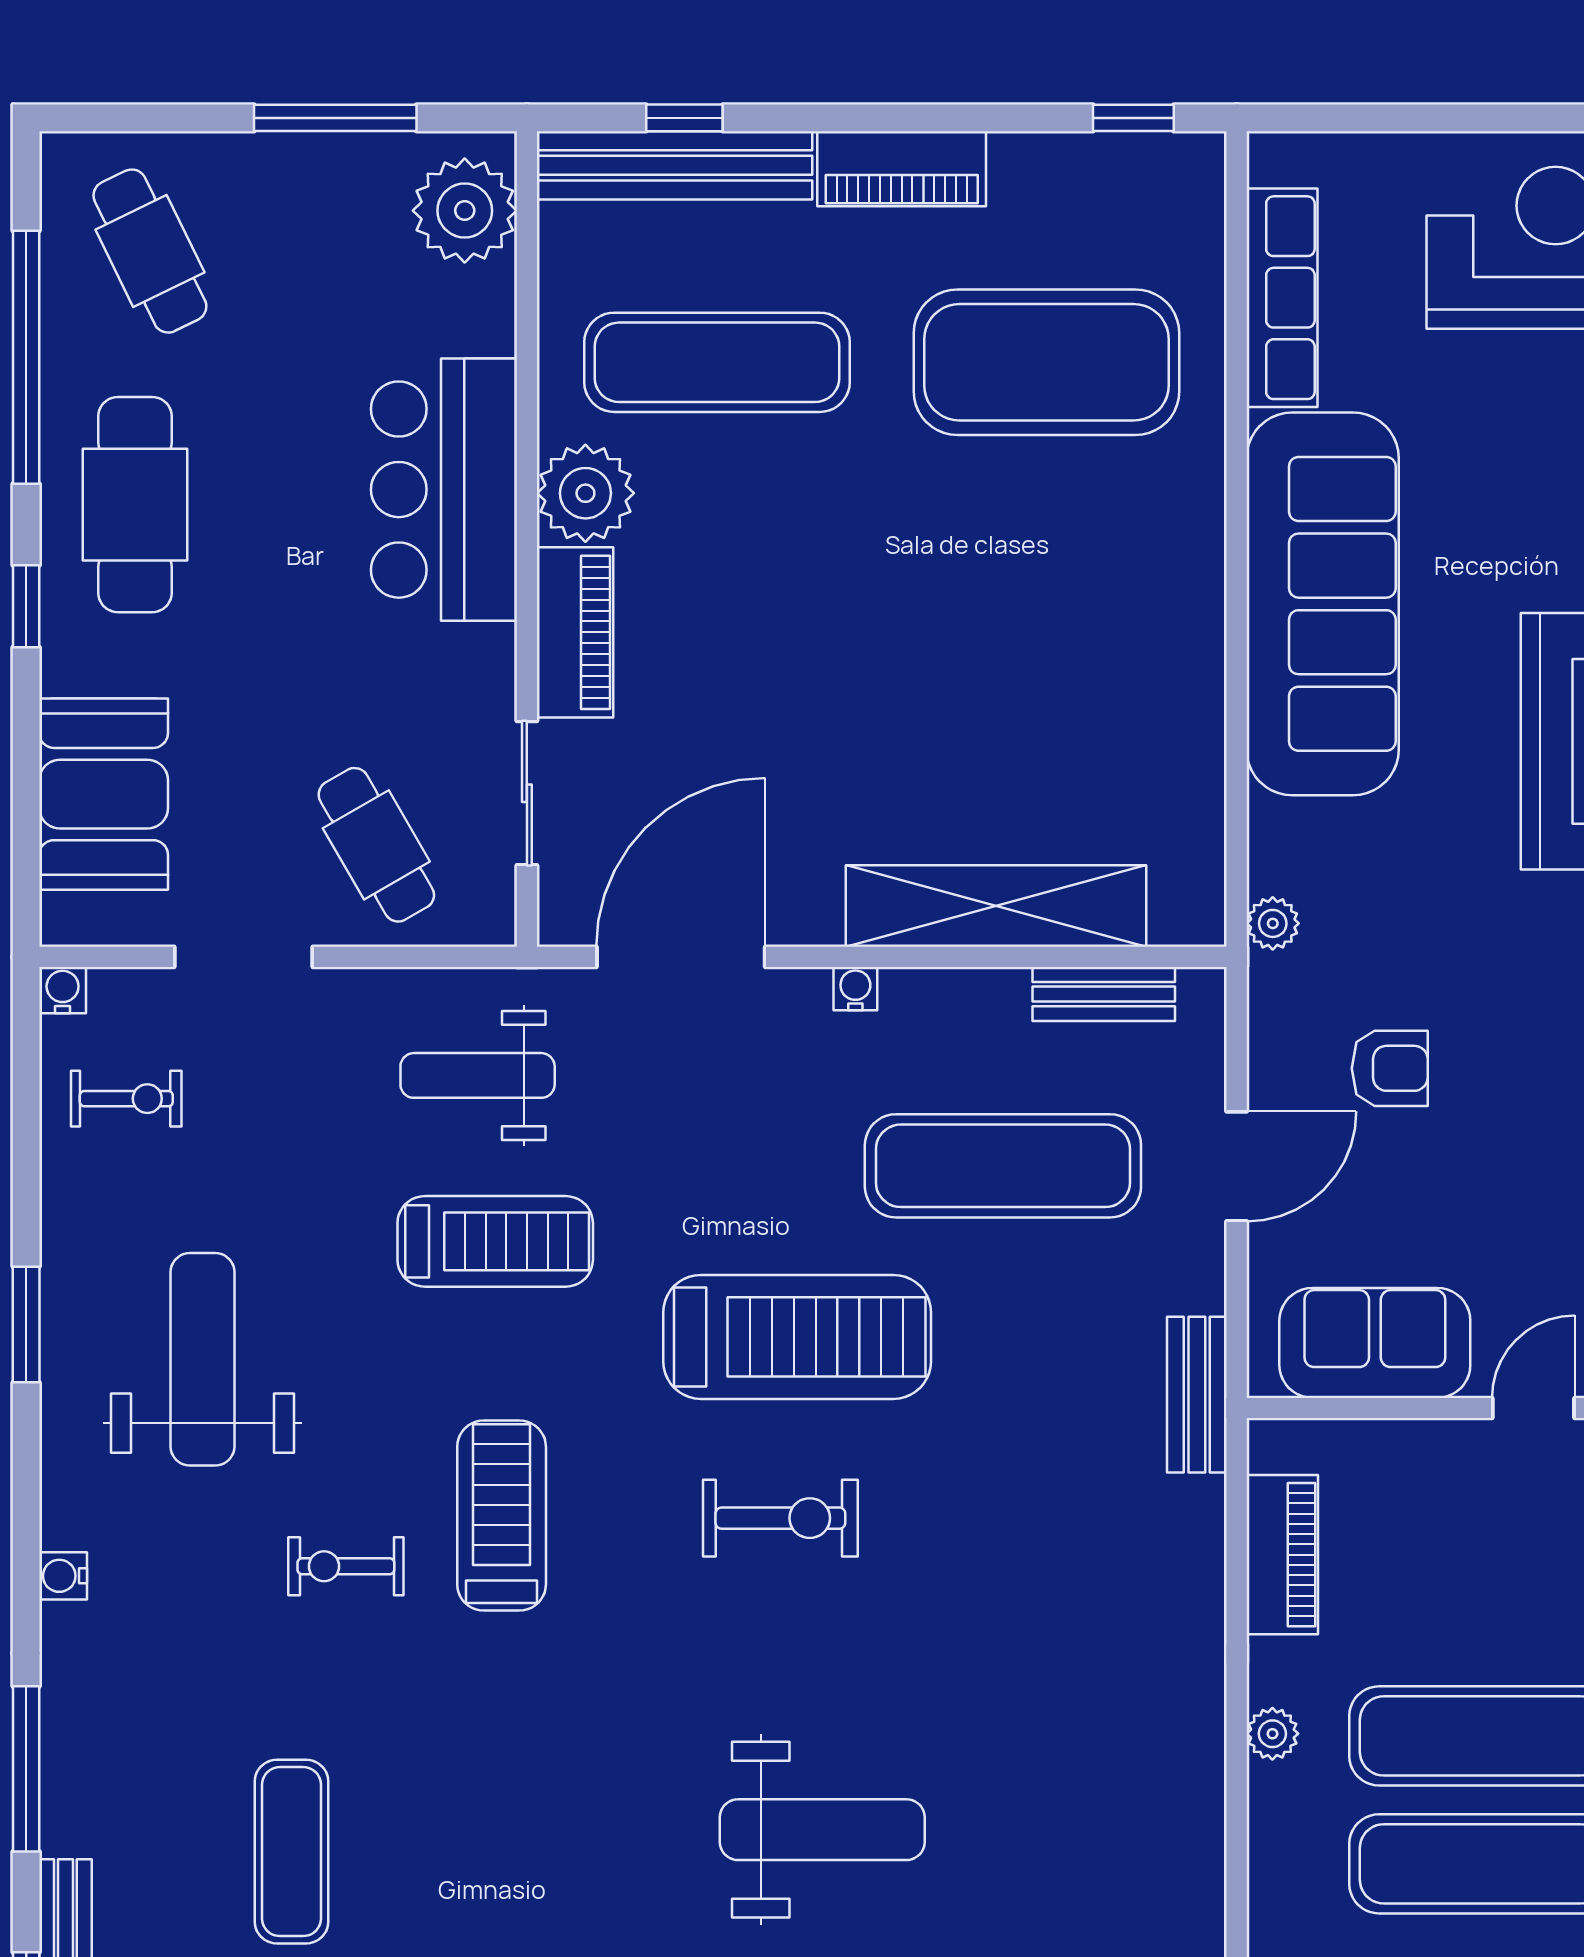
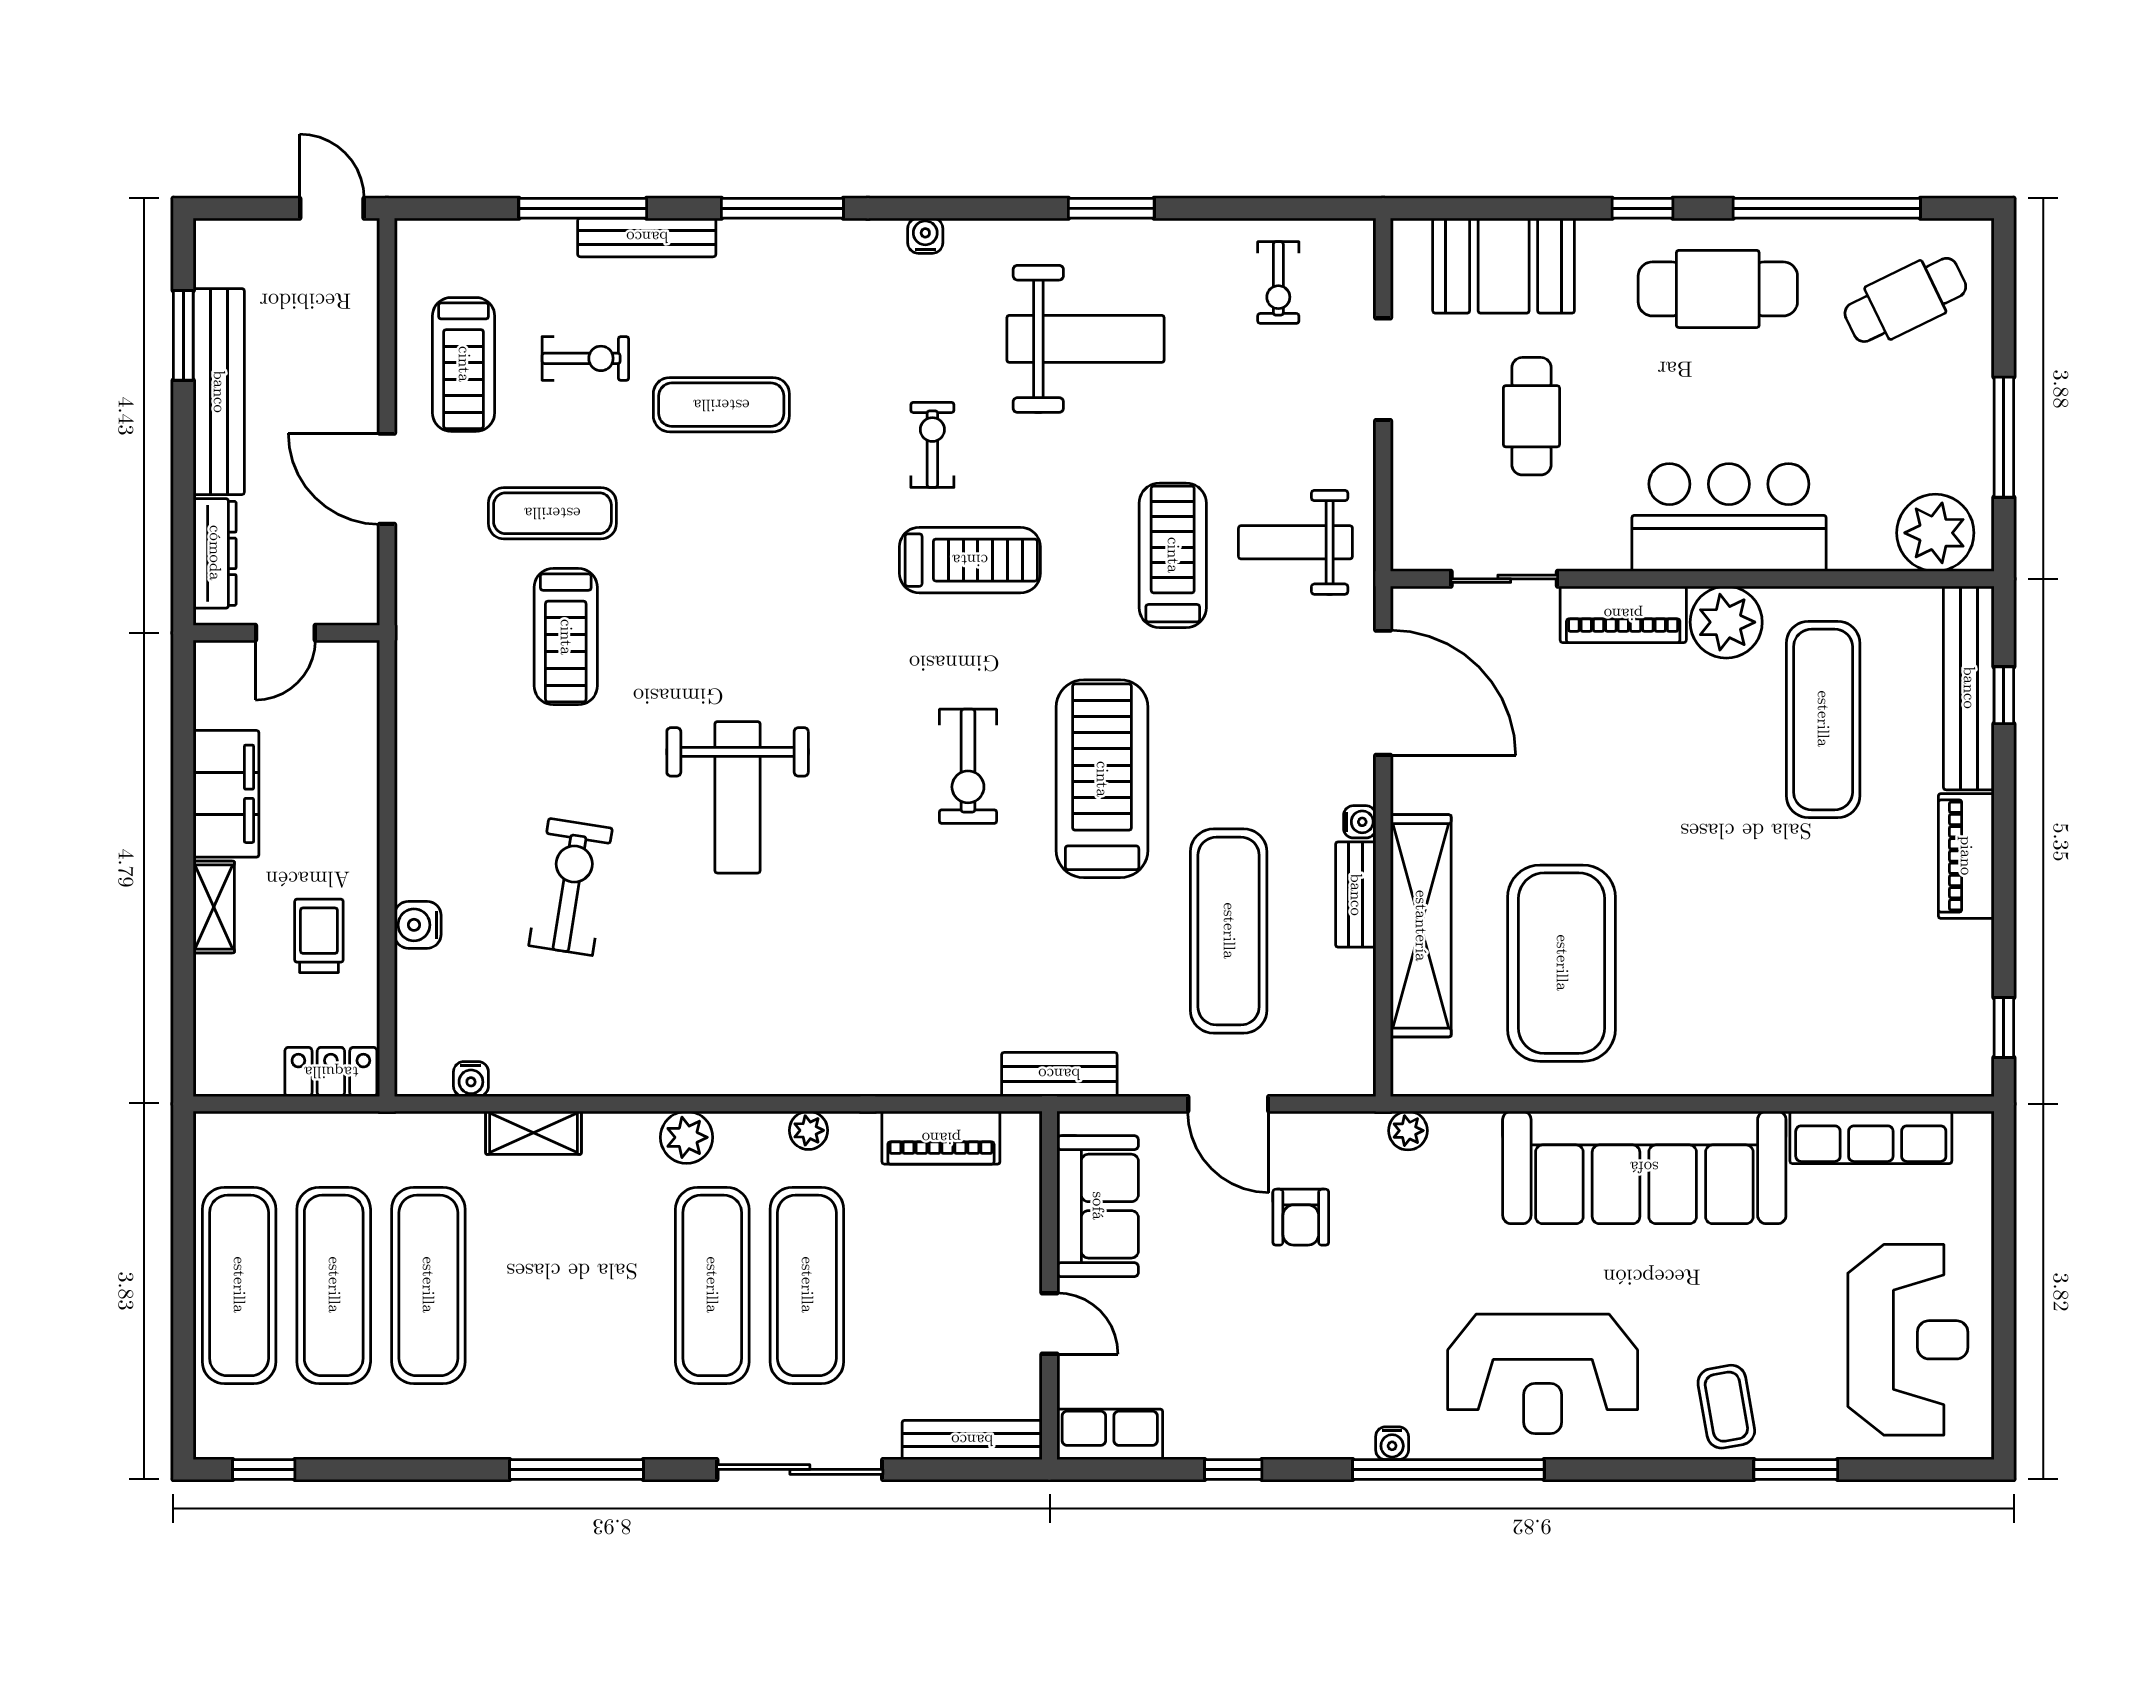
exercise mat: (1046, 362) -> (1562, 963), moved
cafe table: (376, 845) -> (1531, 416), moved, turned -60
water cooler: (63, 990) -> (1359, 235), removed
bench: (1104, 994) -> (1356, 895), moved
weight bench: (478, 1075) -> (1295, 542), turned -90
treadmill: (495, 1241) -> (1173, 555), turned 180
treadmill: (797, 1337) -> (1102, 779), turned 180
plant: (1282, 1899) -> (687, 1137), added

